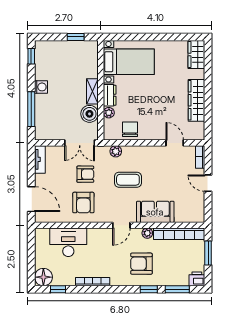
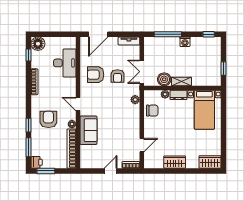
wardrobe: (197, 100) -> (175, 162), width x0.67
coffee table: (128, 180) -> (113, 109), removed
window: (208, 253) -> (46, 171), moved

